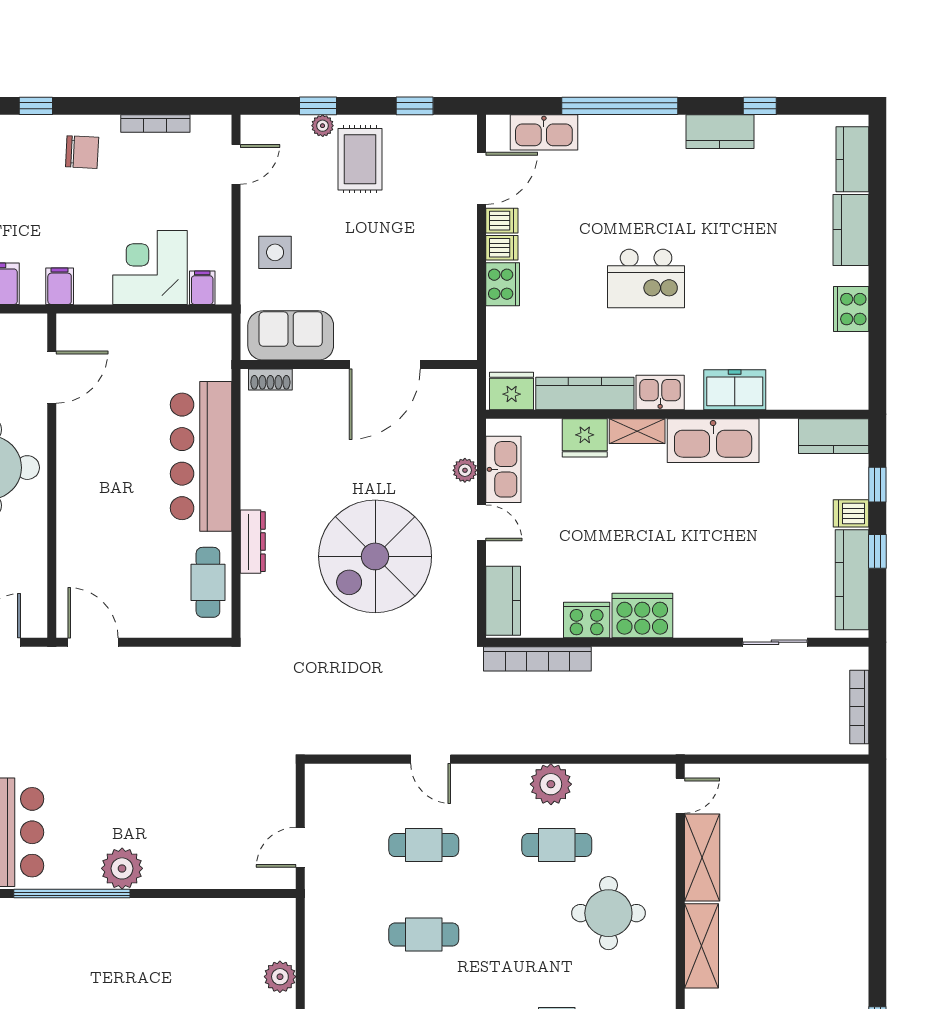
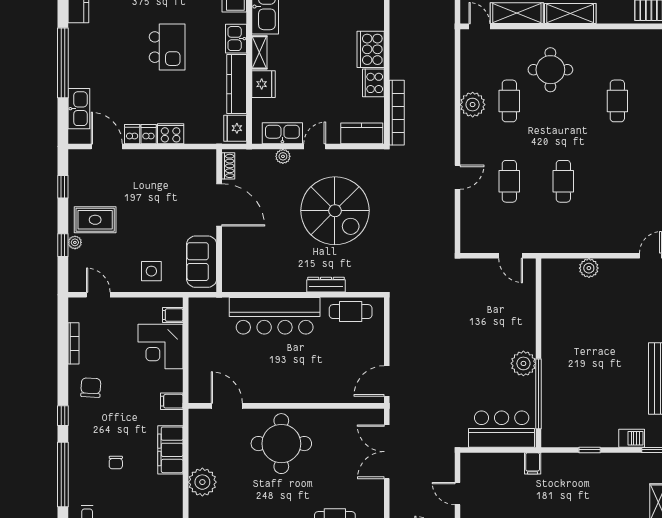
shoe rack: (270, 380) -> (228, 166), moved

